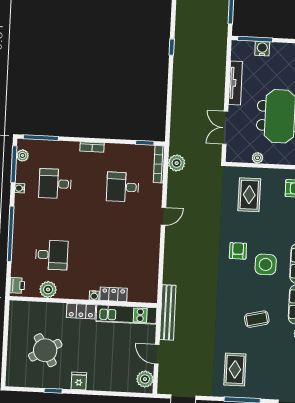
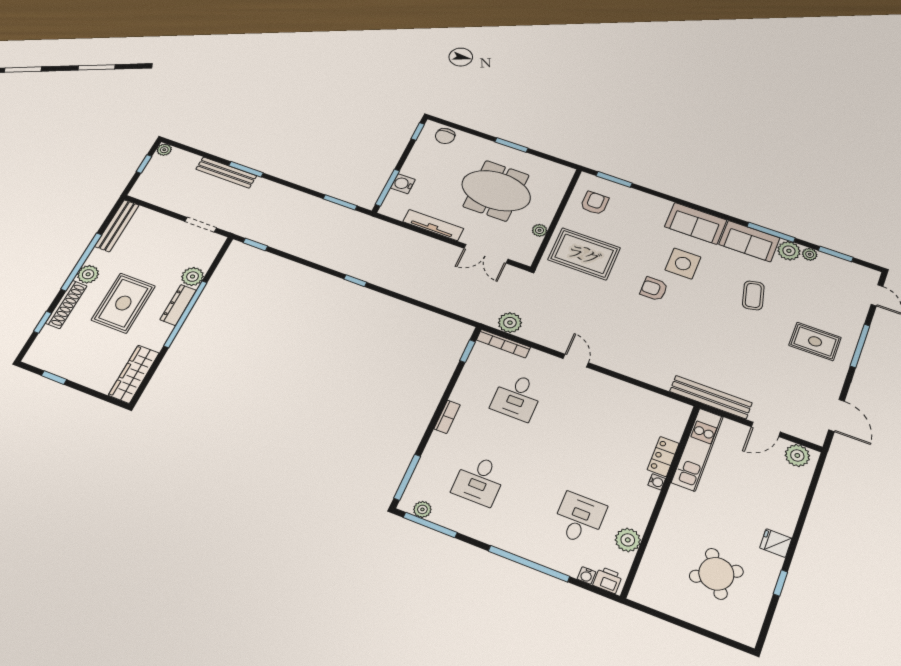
water cooler: (20, 188) -> (587, 575), moved
rug: (249, 195) -> (584, 254), width x1.36, depth x1.43
locker: (81, 311) -> (674, 506), removed

